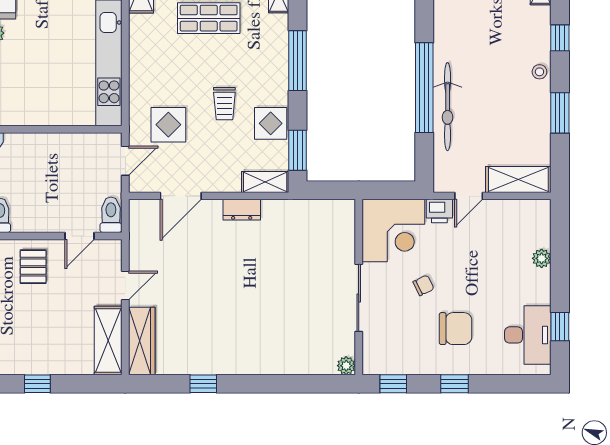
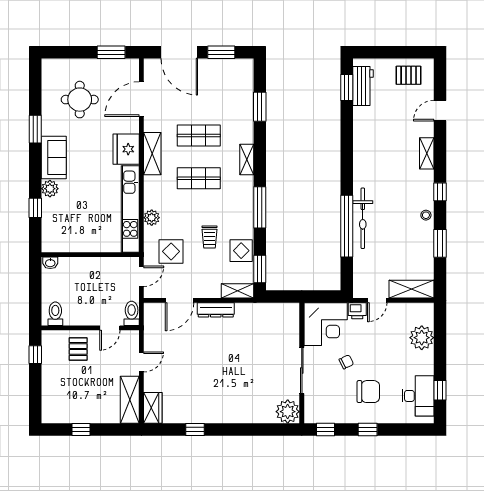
plant: (140, 75) -> (152, 218), added
bicycle: (448, 107) -> (363, 218), moved
dresser: (242, 210) -> (216, 310), width x1.44
plant: (542, 258) -> (422, 338), width x1.87, depth x1.87
wardrobe: (142, 341) -> (153, 408), width x0.67
plant: (346, 366) -> (288, 412), width x1.88, depth x1.88

